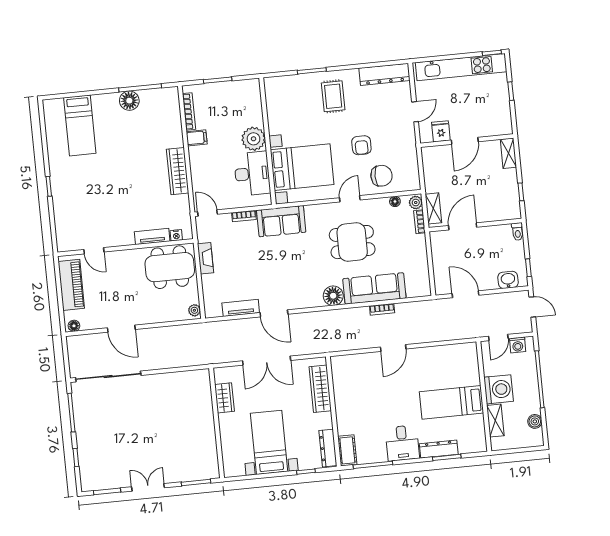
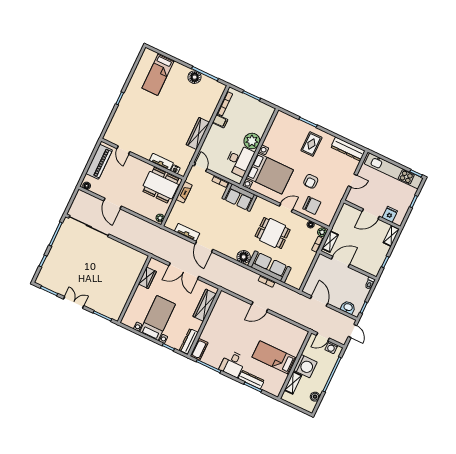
fridge: (441, 131) -> (390, 214), moved

